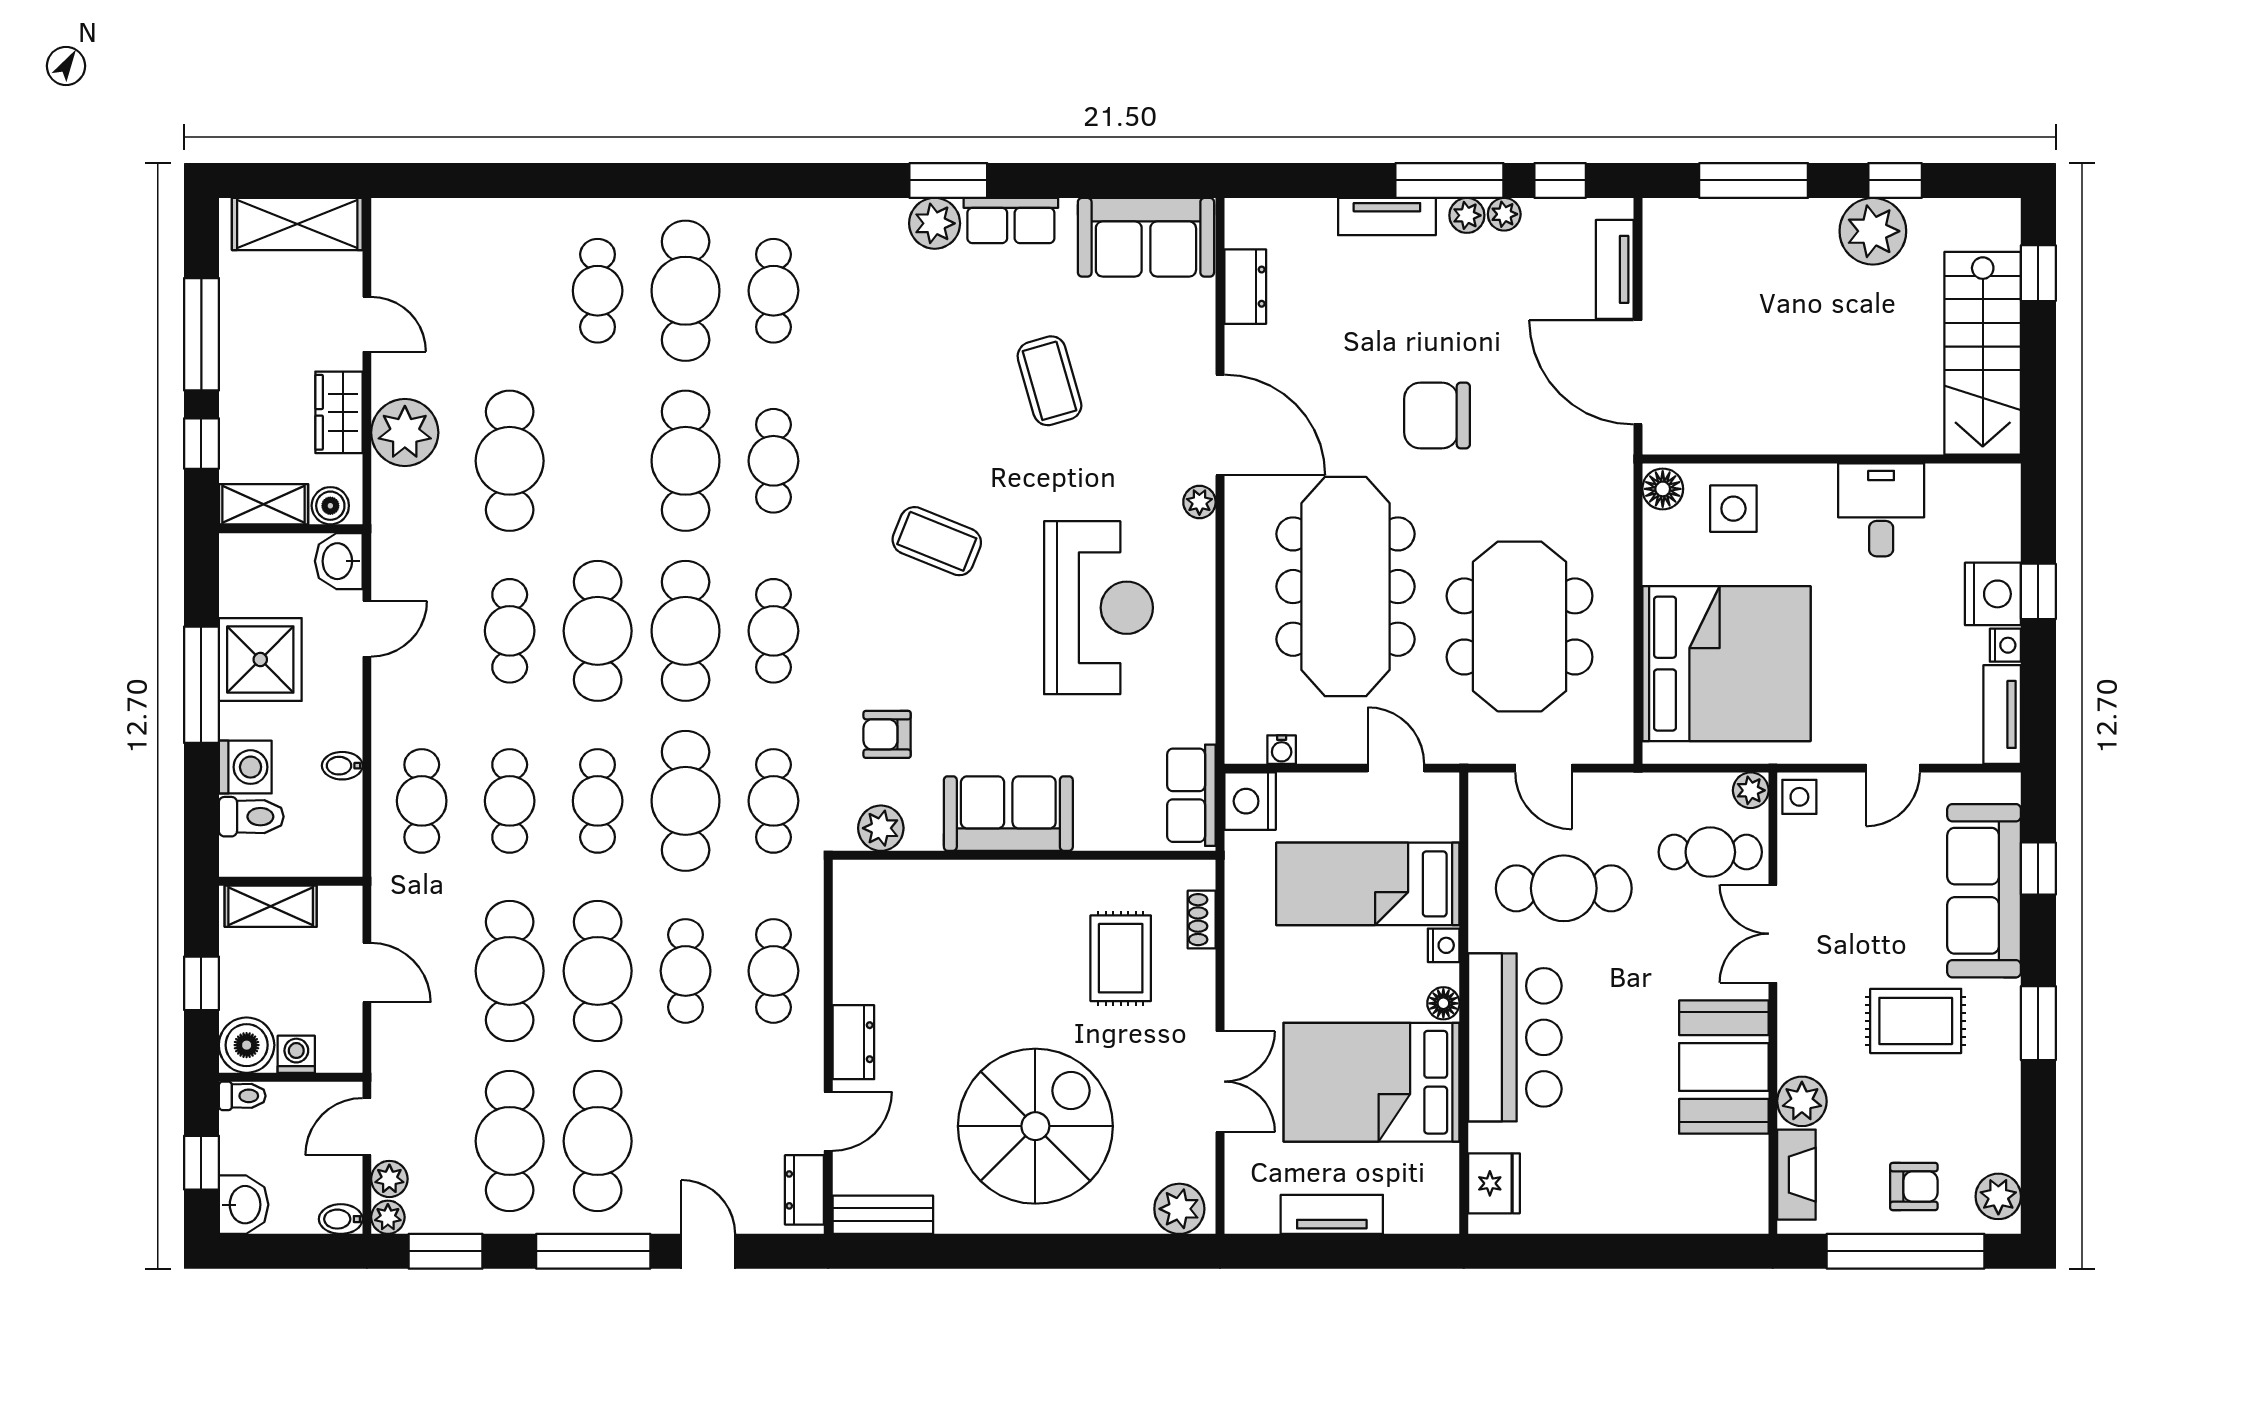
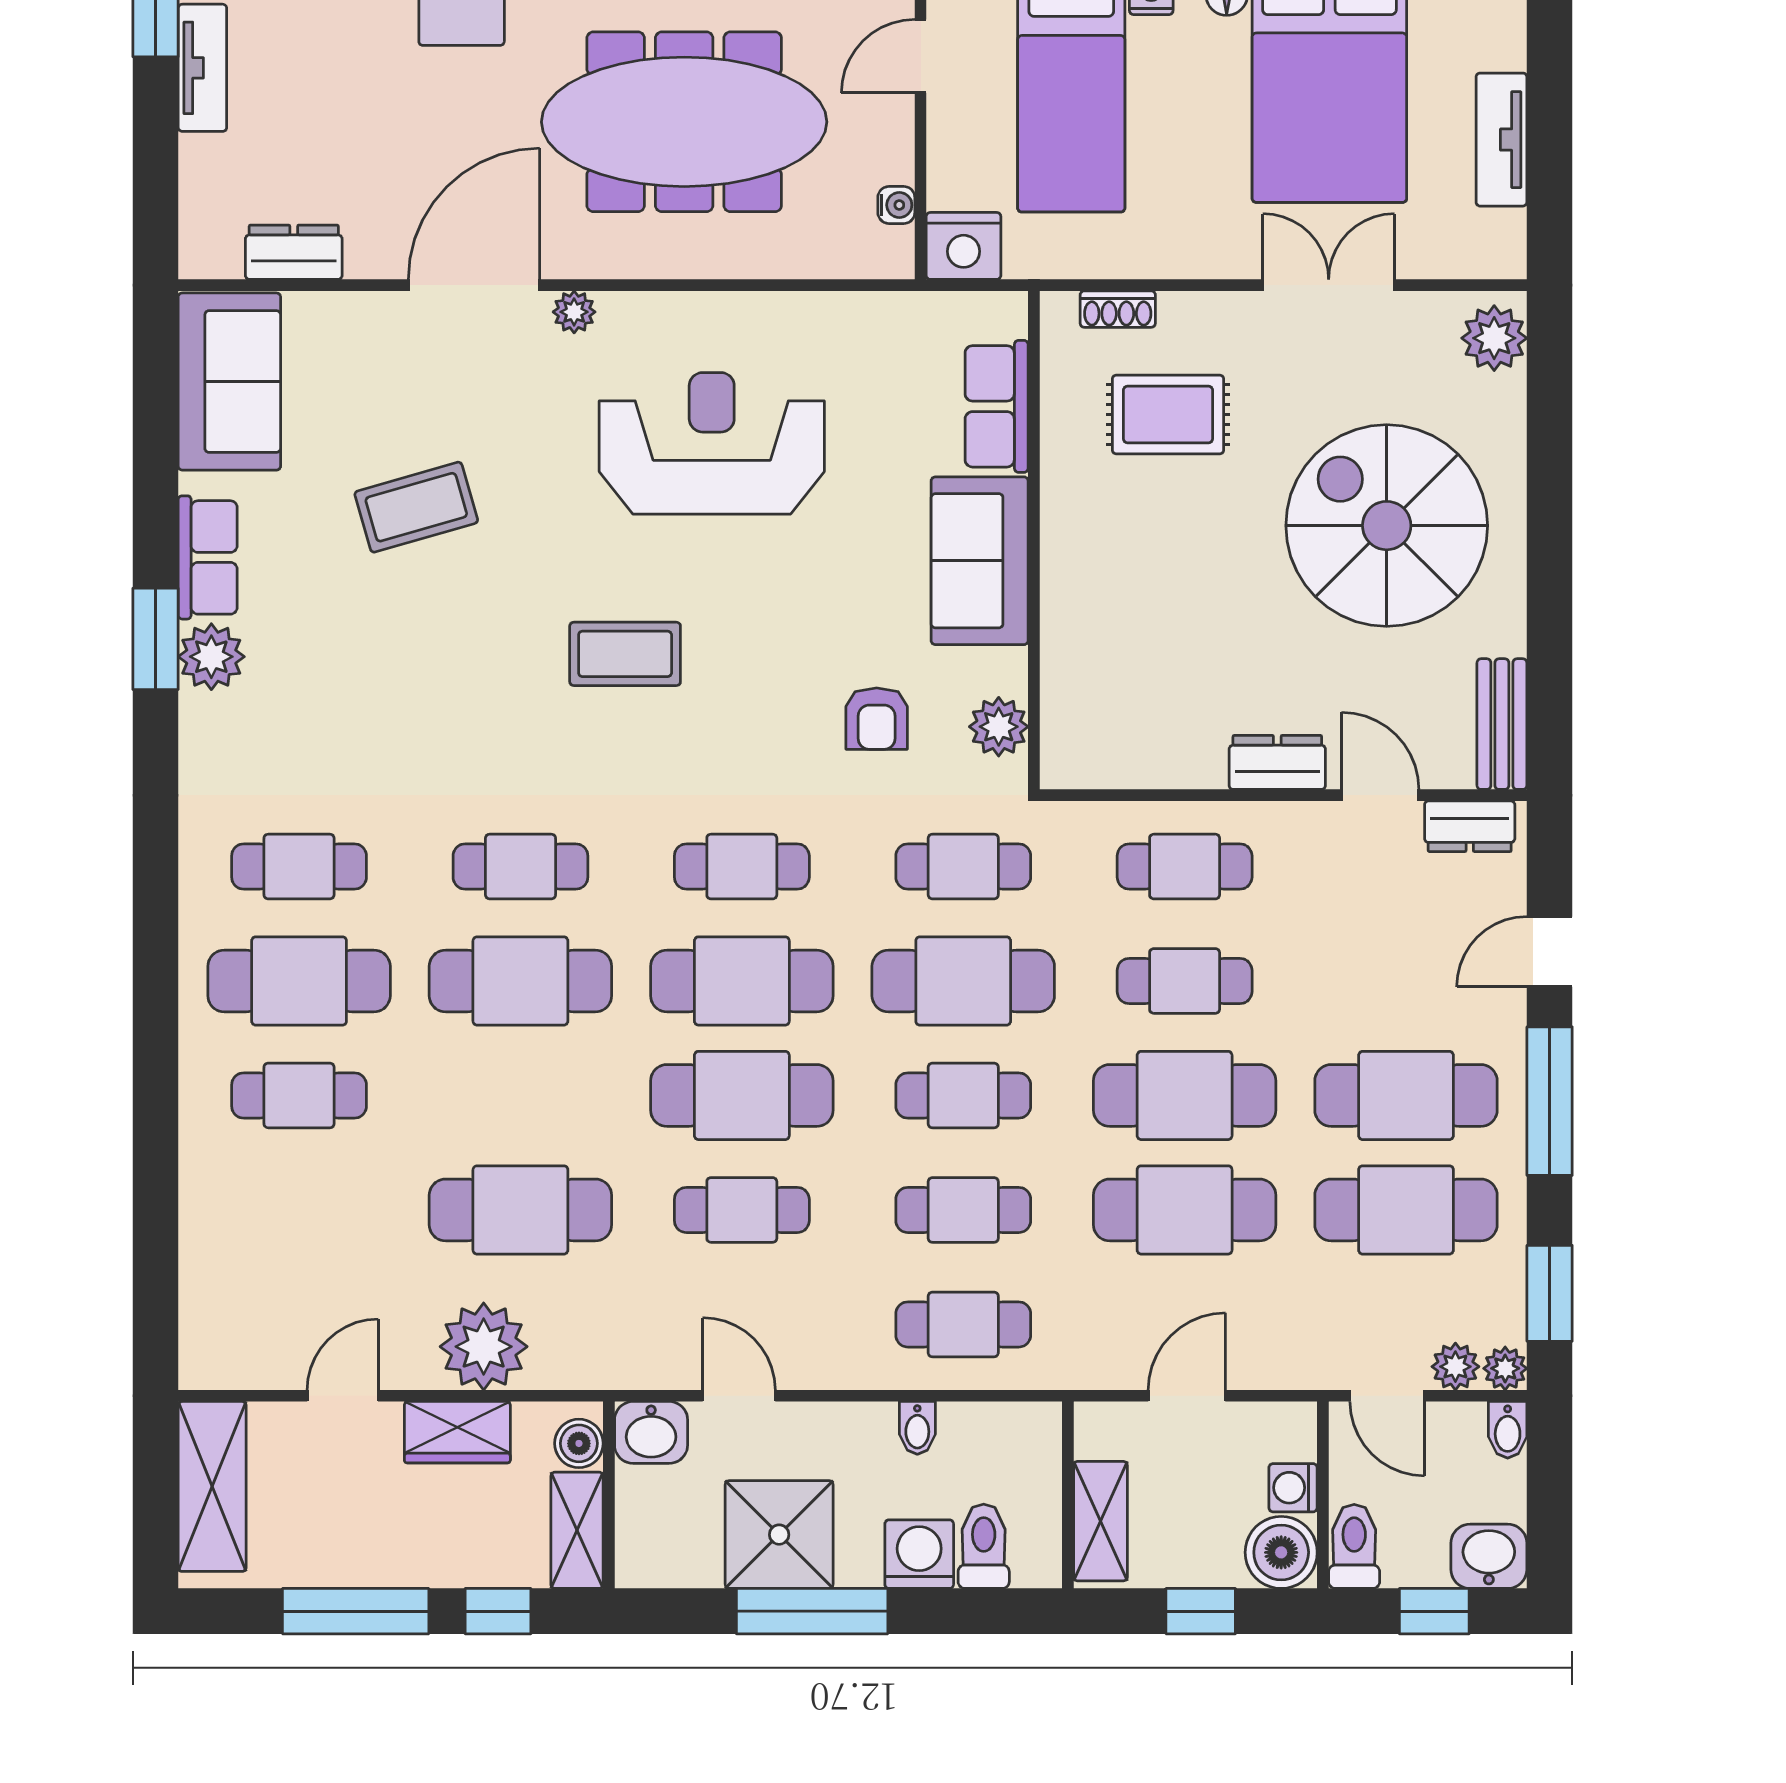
coffee table: (937, 541) -> (625, 654), turned 68
row of seats: (1191, 795) -> (997, 406), moved, turned 90
toilet: (242, 1096) -> (1354, 1546), width x1.37, depth x1.39

